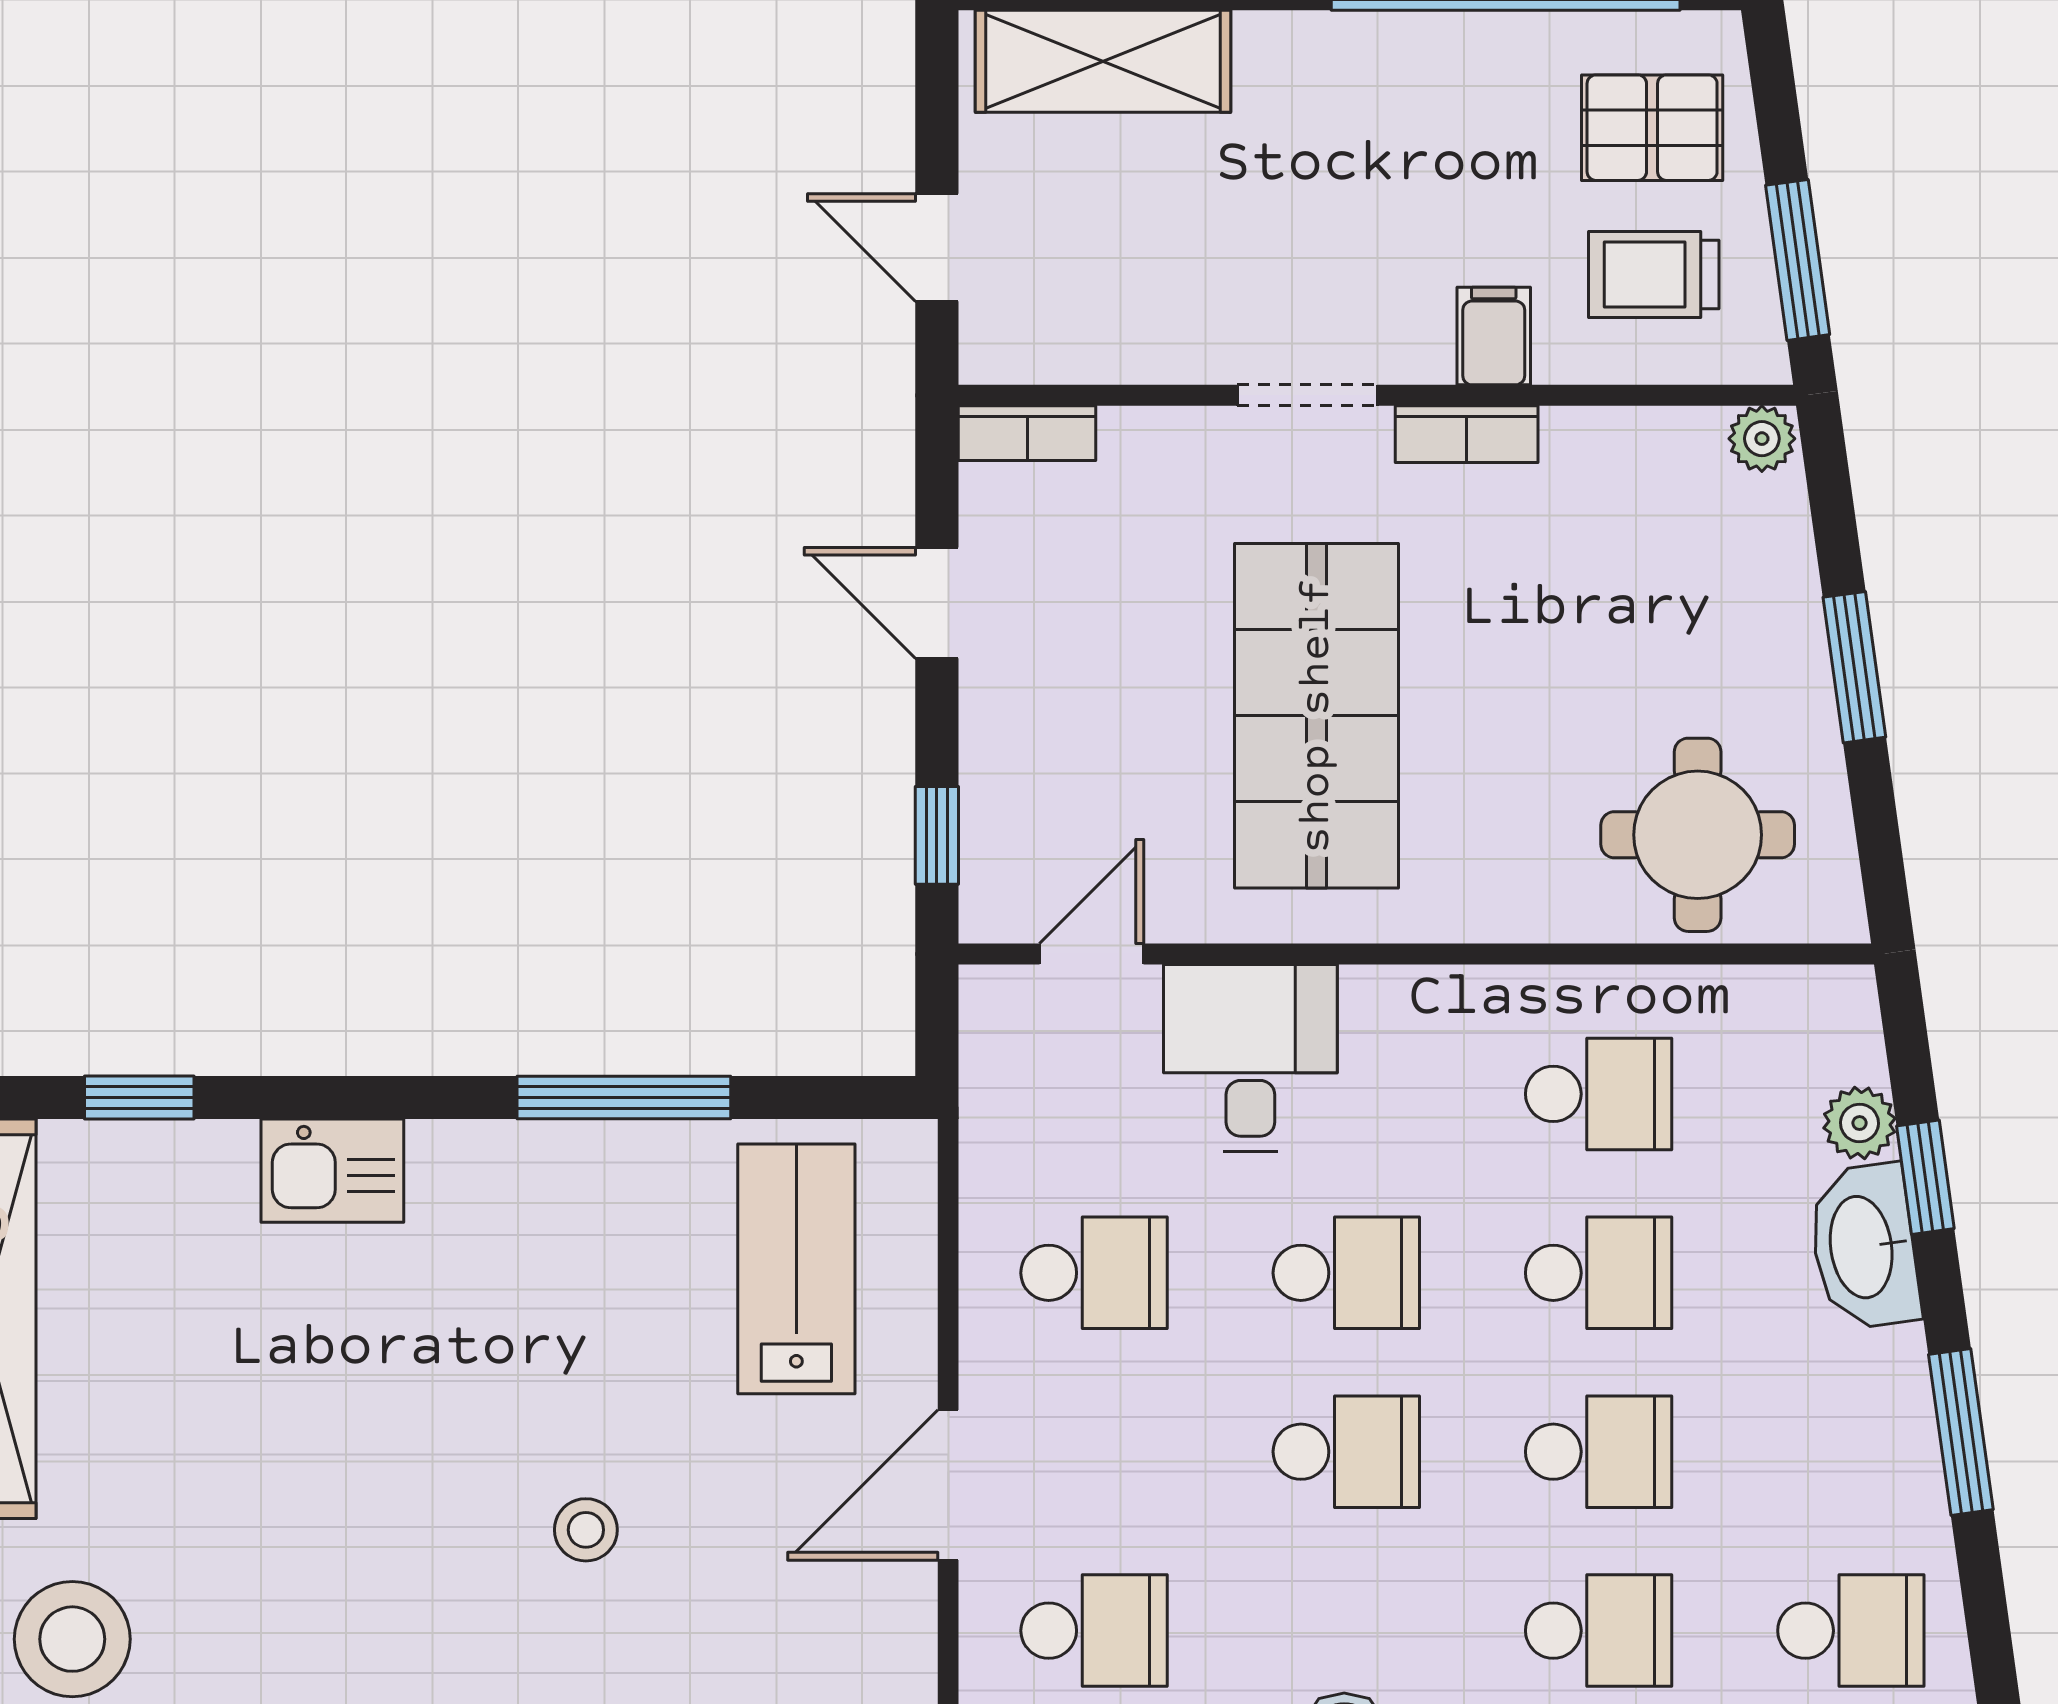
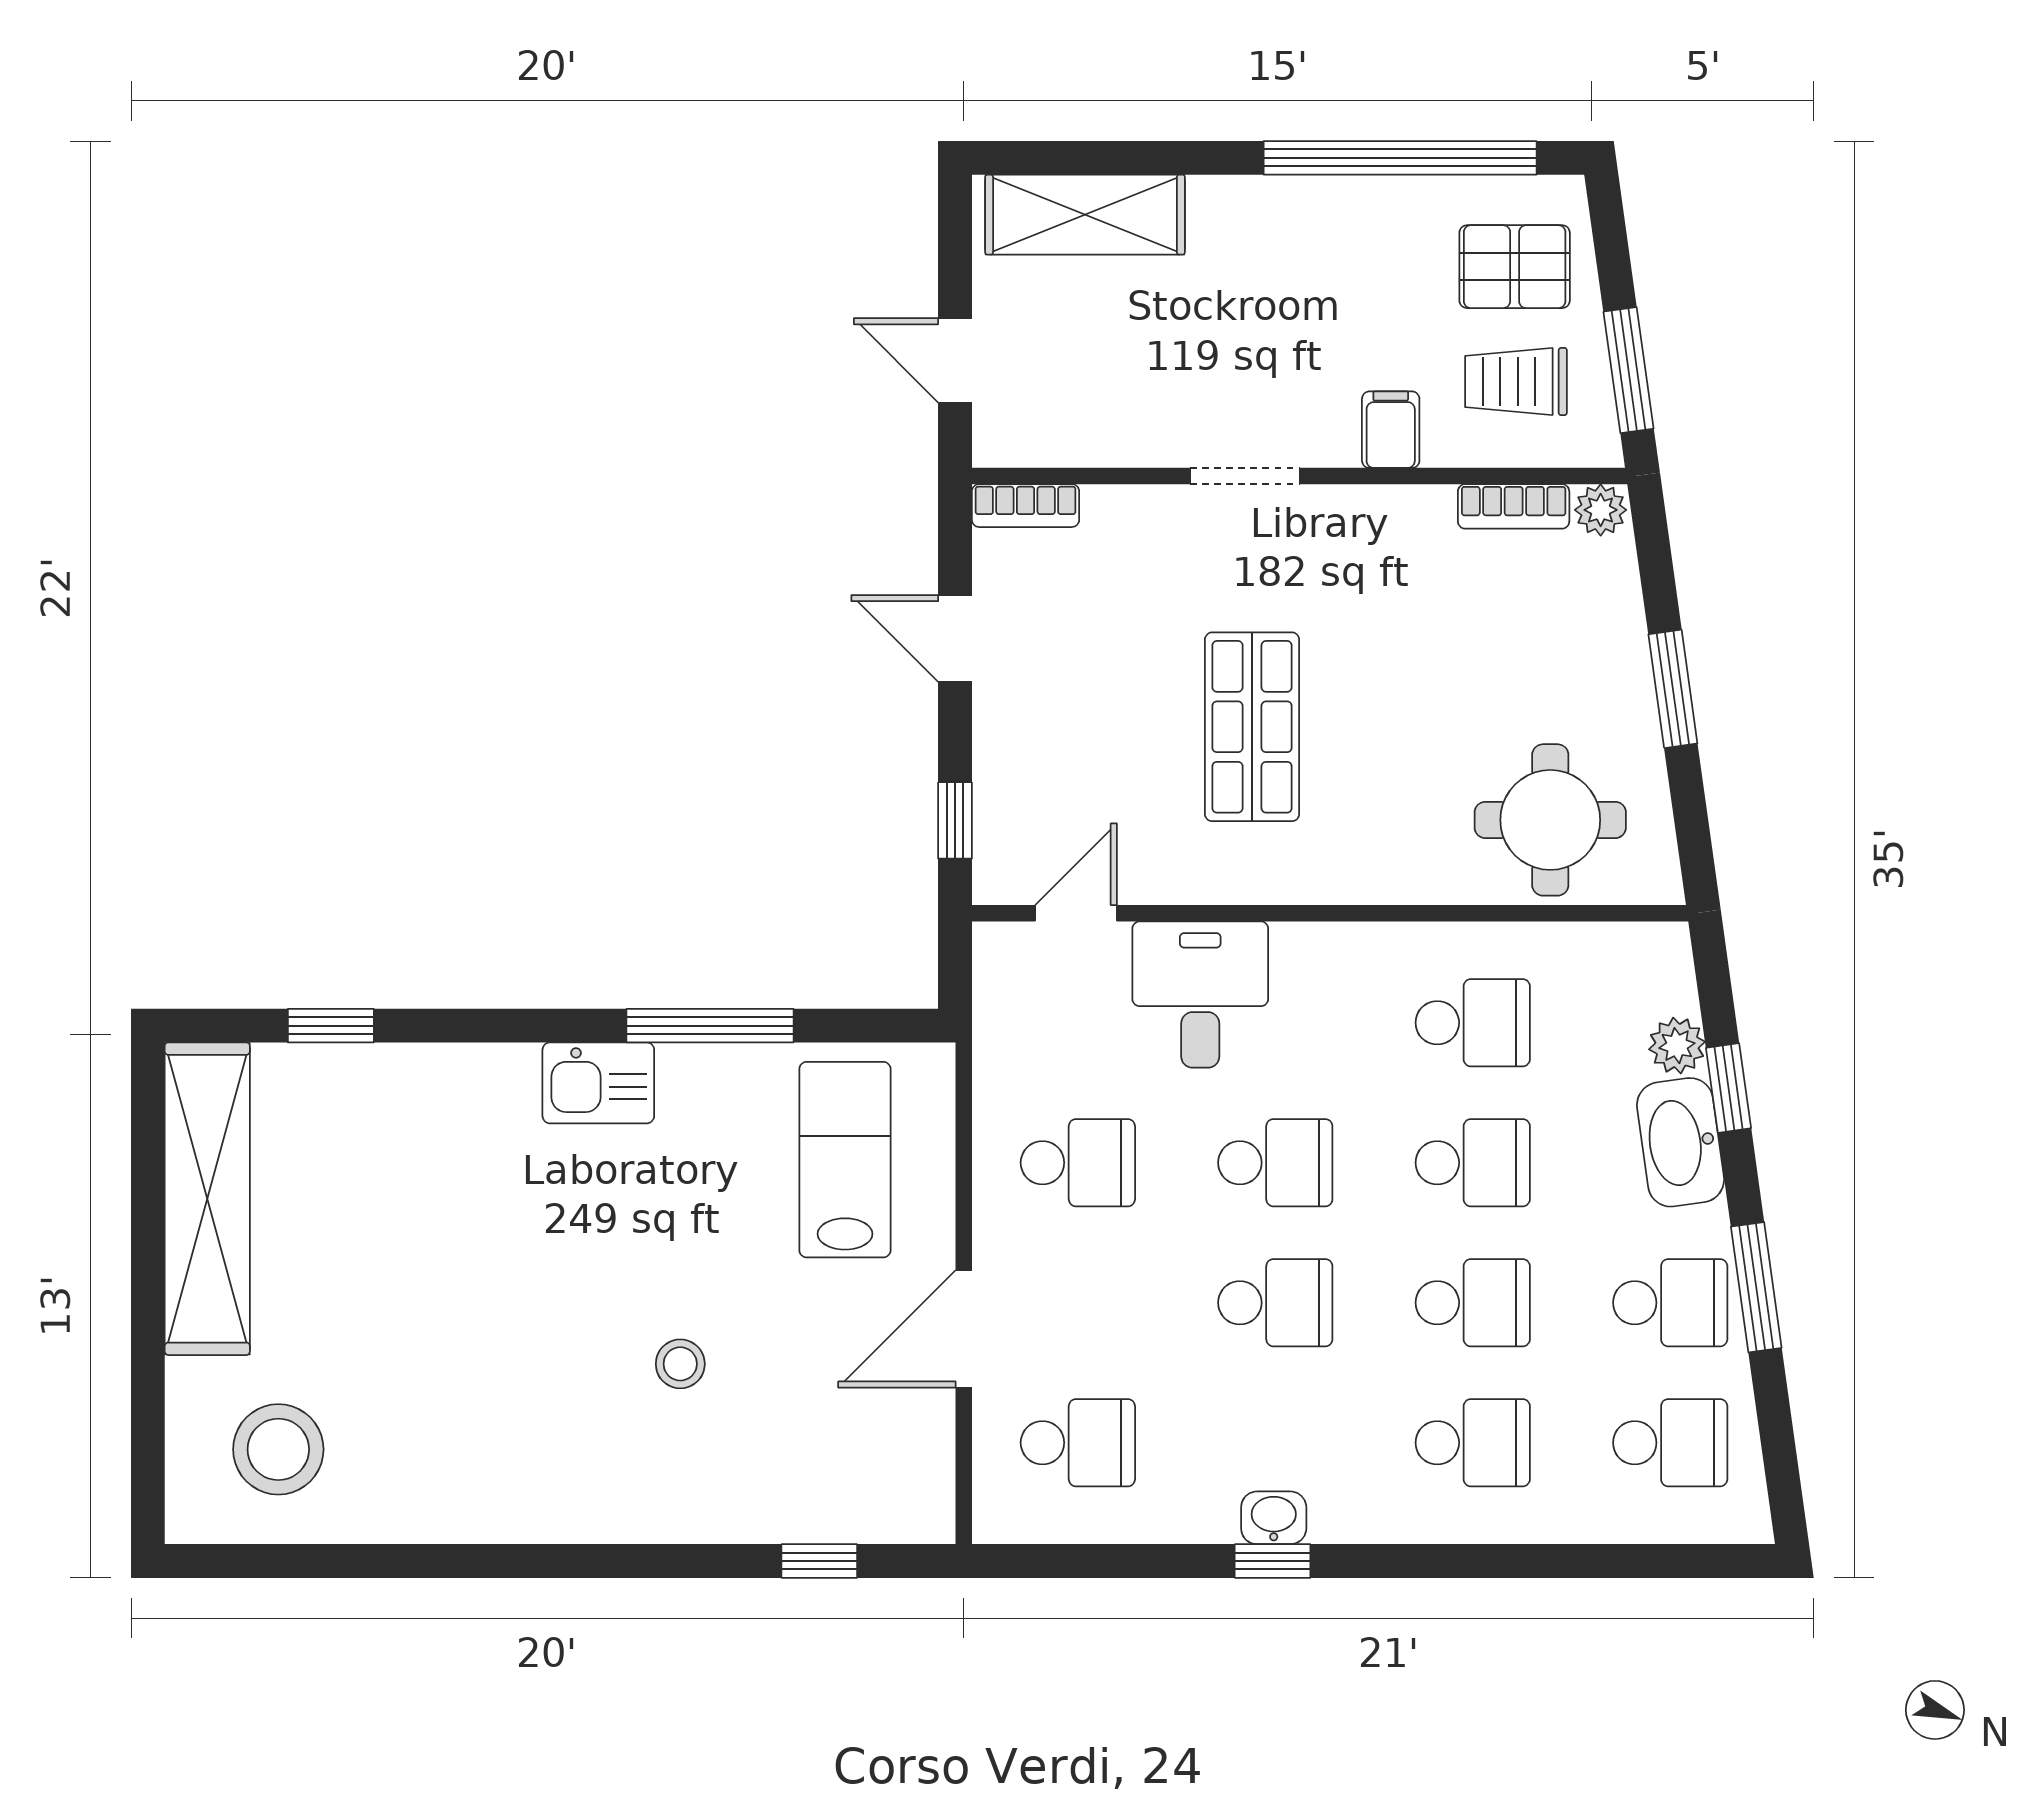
bookcase: (1467, 434) -> (1514, 506), moved
shop shelf: (1317, 716) -> (1252, 727), width x0.70, depth x0.74
kitchen sink: (332, 1171) -> (598, 1083), moved
school desk: (1851, 1452) -> (1670, 1303), added

